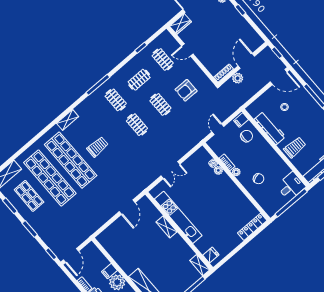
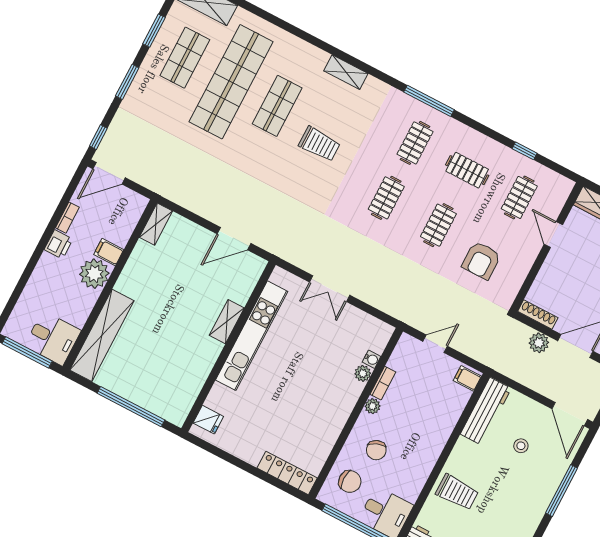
armchair: (186, 90) -> (481, 260), turned -90
workbench: (270, 128) -> (486, 411), moved
chair: (247, 136) -> (350, 481), moved
shop shelf: (71, 160) -> (277, 106), width x0.50, depth x0.74
shelving: (200, 265) -> (156, 224), moved

